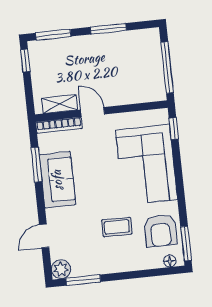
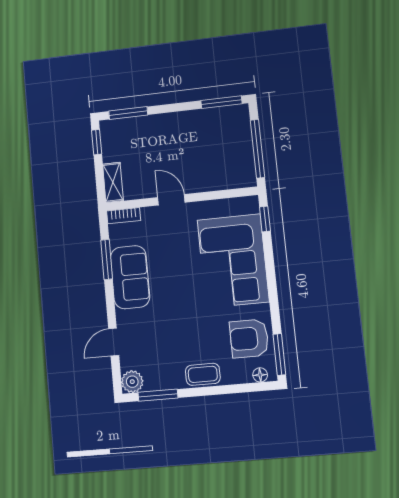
window: (108, 29) -> (221, 102), moved
shelving: (60, 104) -> (113, 182), moved, turned 90
bookcase: (59, 125) -> (124, 216), width x0.64
coffee table: (117, 227) -> (203, 374), moved
armchair: (161, 231) -> (249, 338), turned 90

